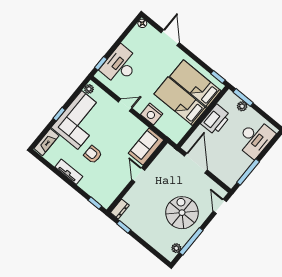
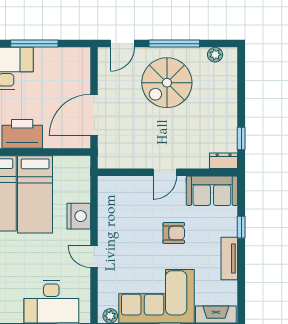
sofa: (146, 147) -> (212, 191), moved
armchair: (93, 154) -> (174, 233), moved, turned -90
window: (248, 172) -> (34, 44), moved
window: (95, 203) -> (241, 227), moved
window: (191, 241) -> (174, 44), moved

